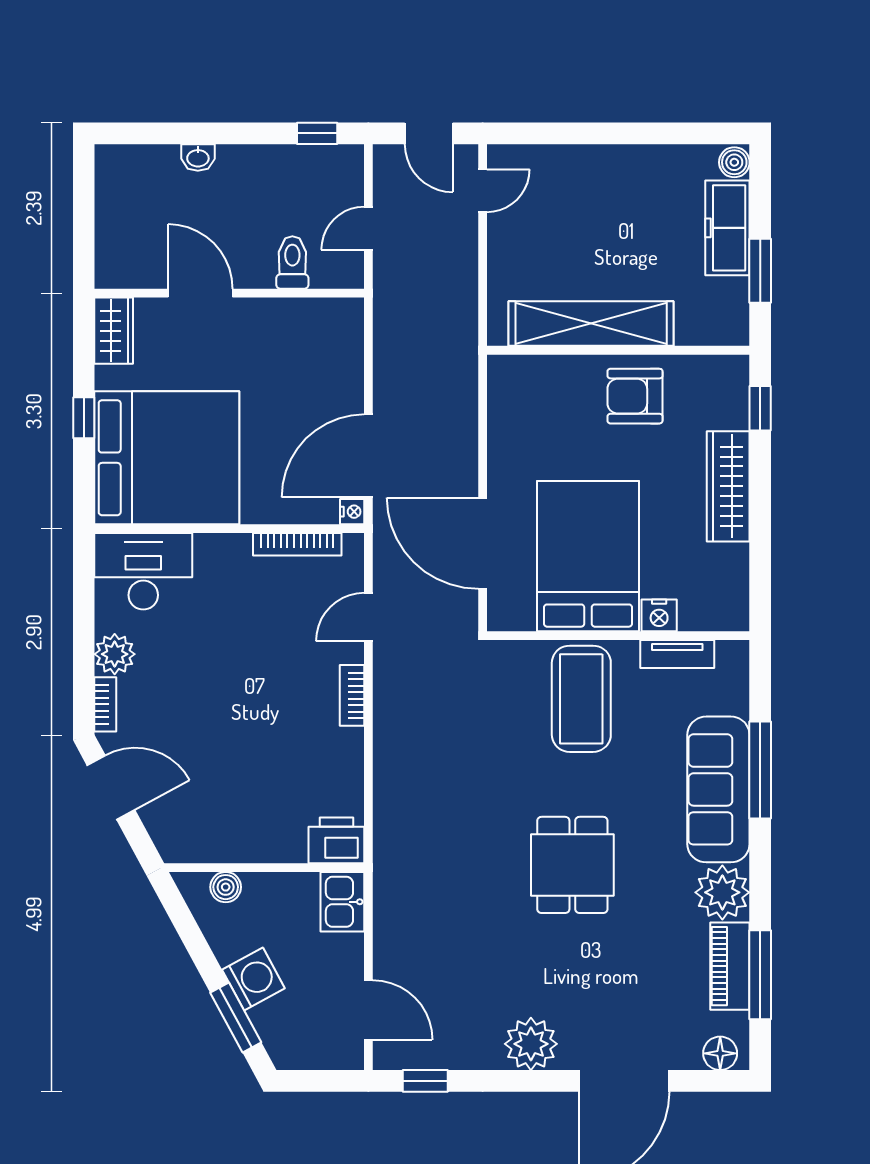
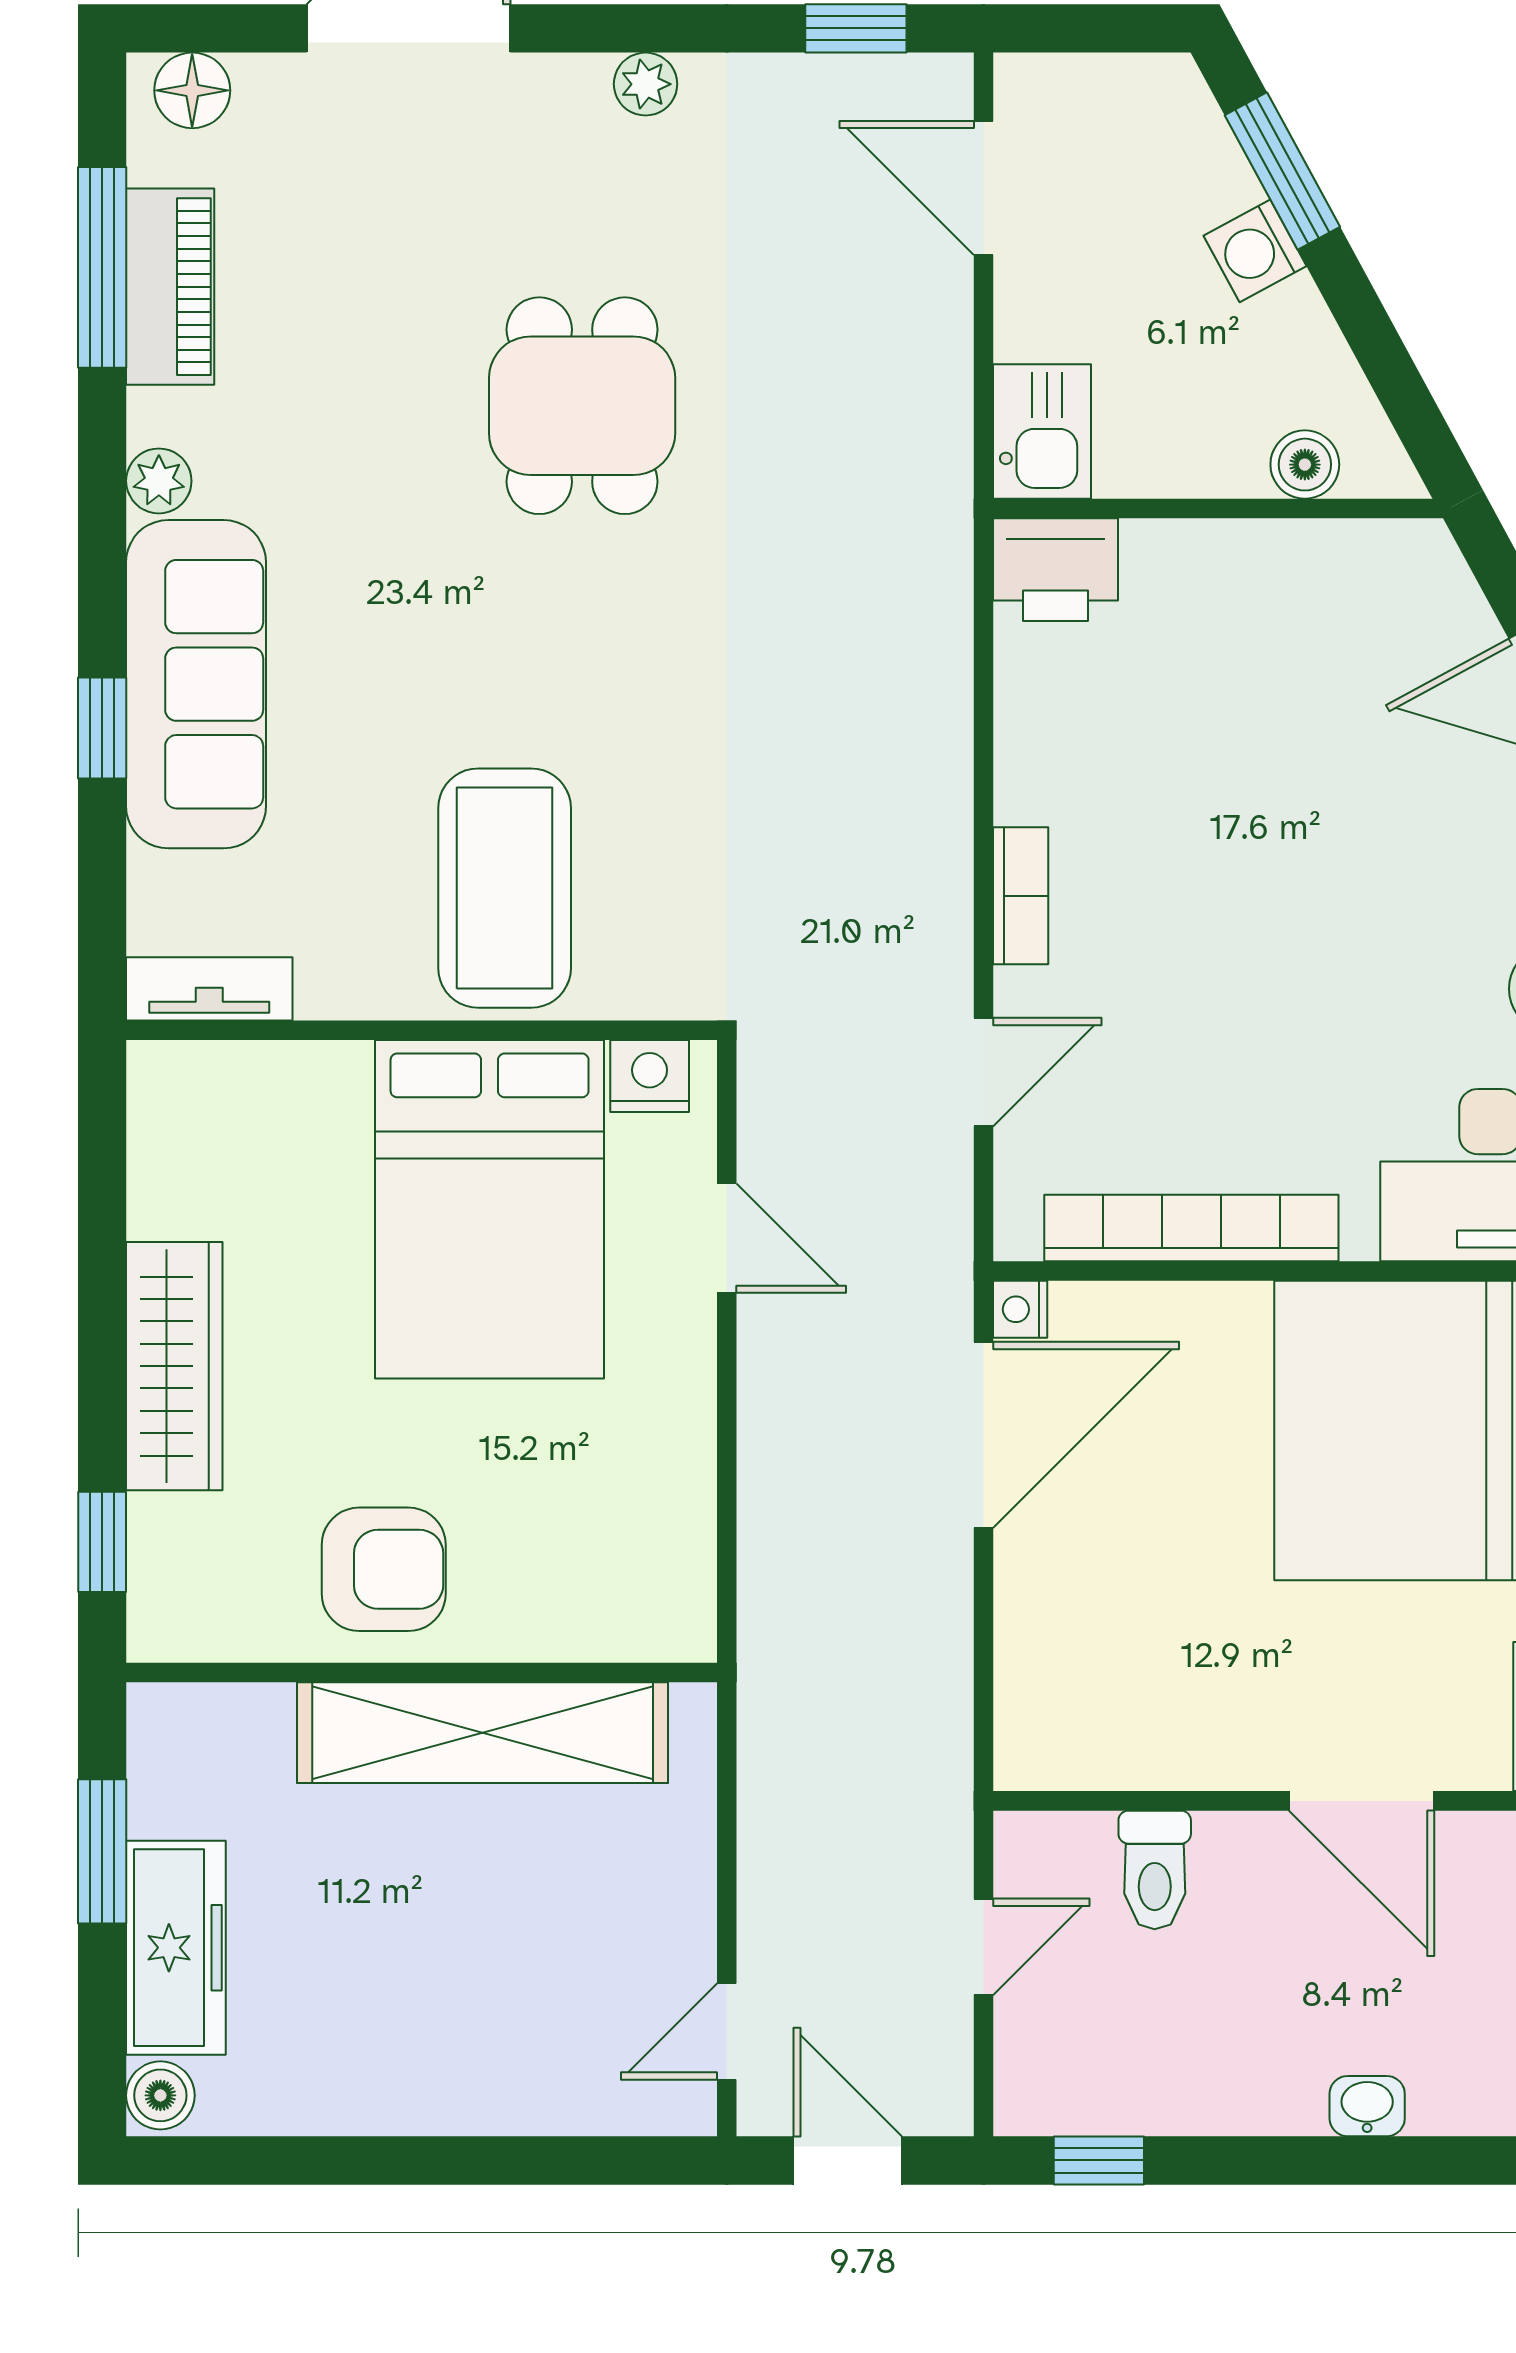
door: (483, 543) -> (727, 1238), width x0.53
bookcase: (297, 544) -> (1191, 1228), width x1.48, depth x1.31
nightstand: (659, 615) -> (650, 1076), moved
tv unit: (677, 654) -> (209, 989), moved
window: (760, 770) -> (102, 728), width x0.46
dining table: (572, 865) -> (582, 406), moved
plant: (722, 892) -> (159, 481), width x0.53, depth x0.53
washing machine: (253, 979) -> (1255, 251), width x0.73, depth x0.73
plant: (531, 1044) -> (646, 84), width x0.53, depth x0.53

